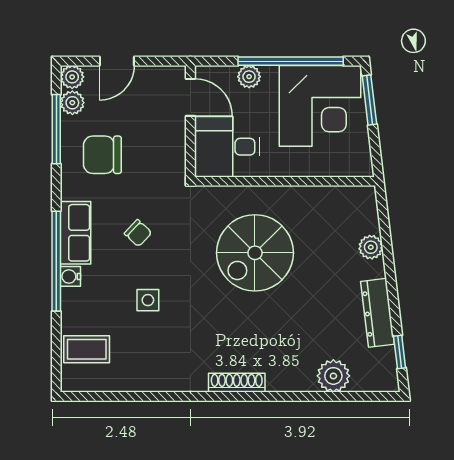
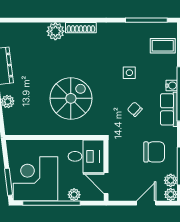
plant: (333, 376) -> (55, 31), moved
window: (117, 396) -> (146, 20), added

